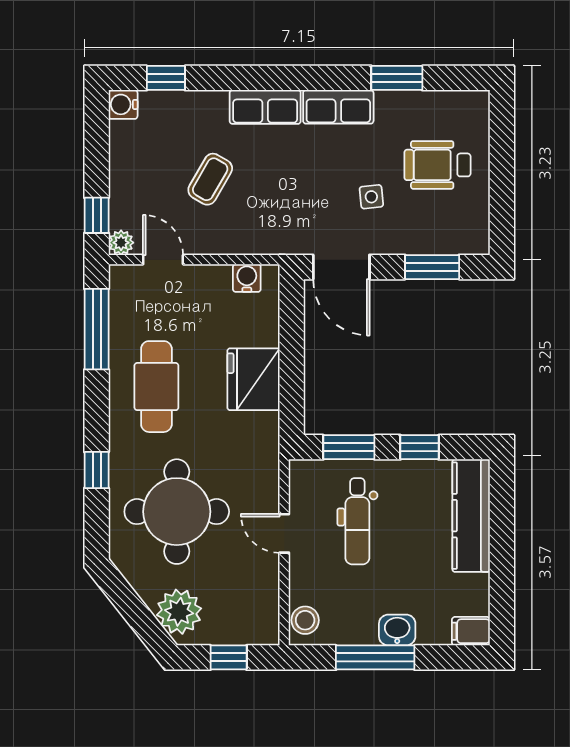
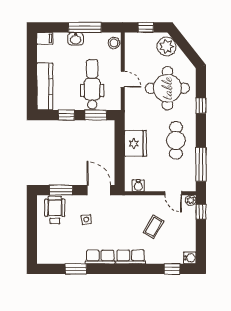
wheelchair: (437, 165) -> (55, 210), moved, turned -90
dental chair: (357, 521) -> (92, 84), width x1.36, depth x1.38

